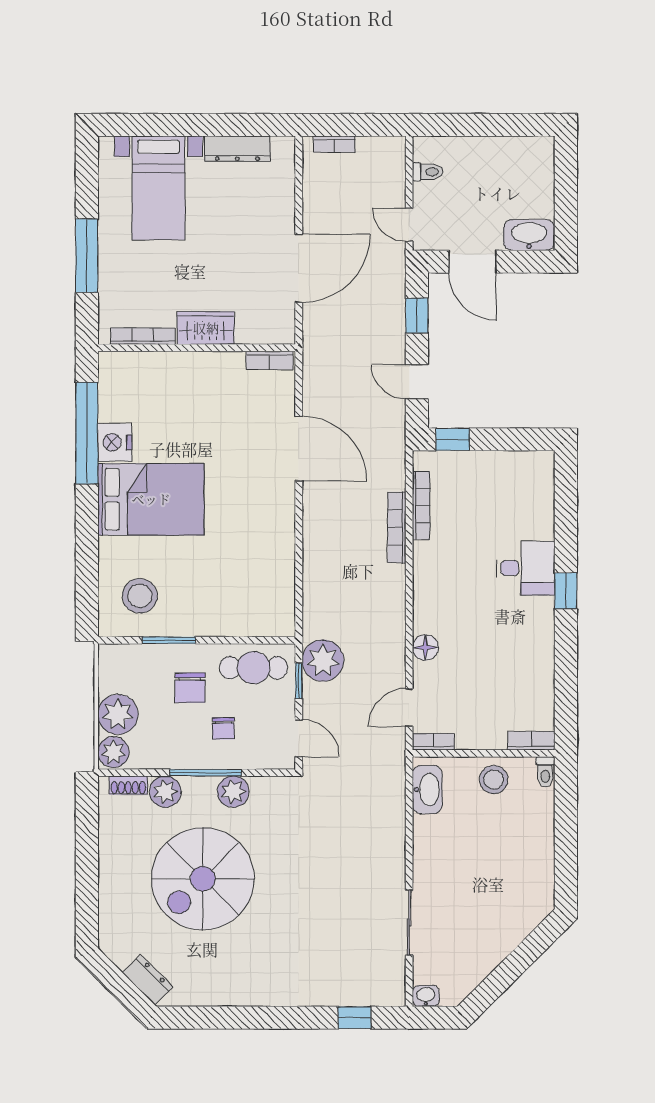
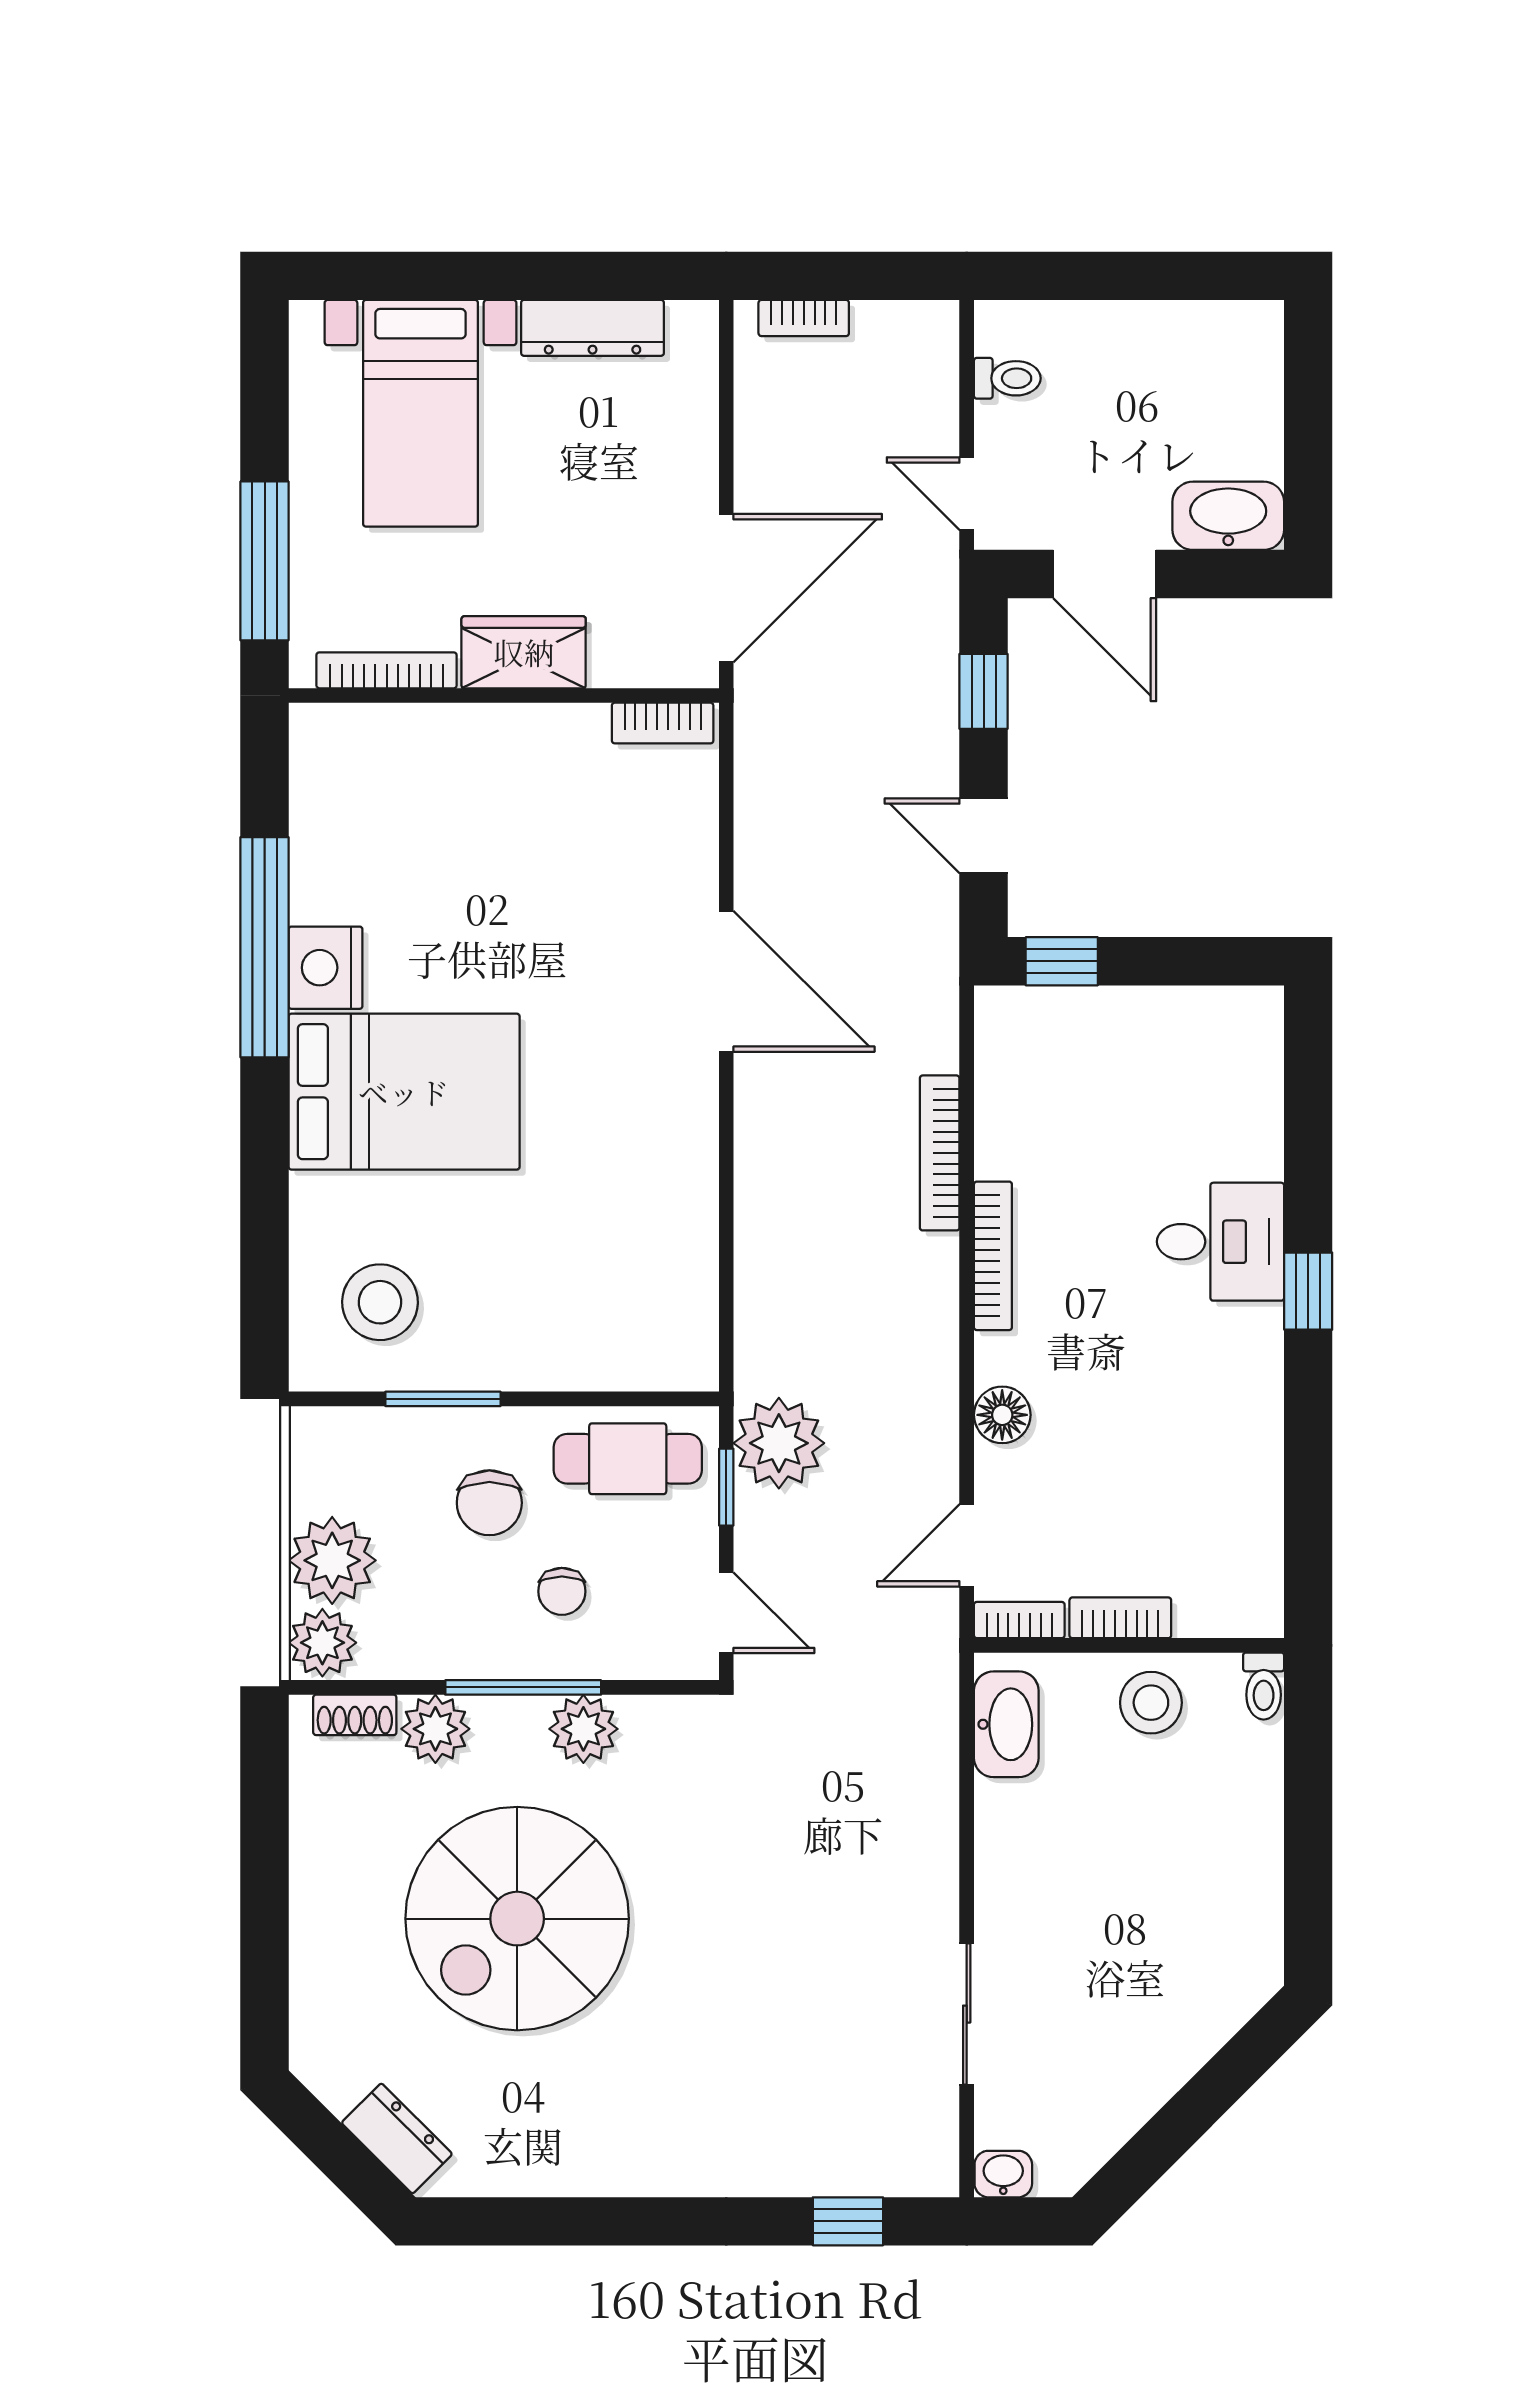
wardrobe: (206, 328) -> (524, 652), moved
bookcase: (143, 336) -> (387, 670), moved
wall: (197, 348) -> (504, 695), moved
bookcase: (270, 360) -> (663, 723), moved
bookcase: (421, 506) -> (993, 1256), moved
bookcase: (531, 741) -> (1120, 1618), moved

